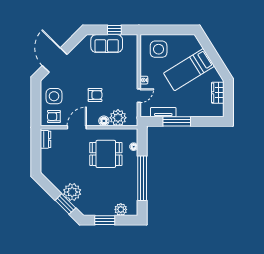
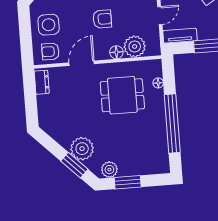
tv unit: (163, 112) -> (180, 36), moved
plant: (121, 209) -> (109, 170), moved

